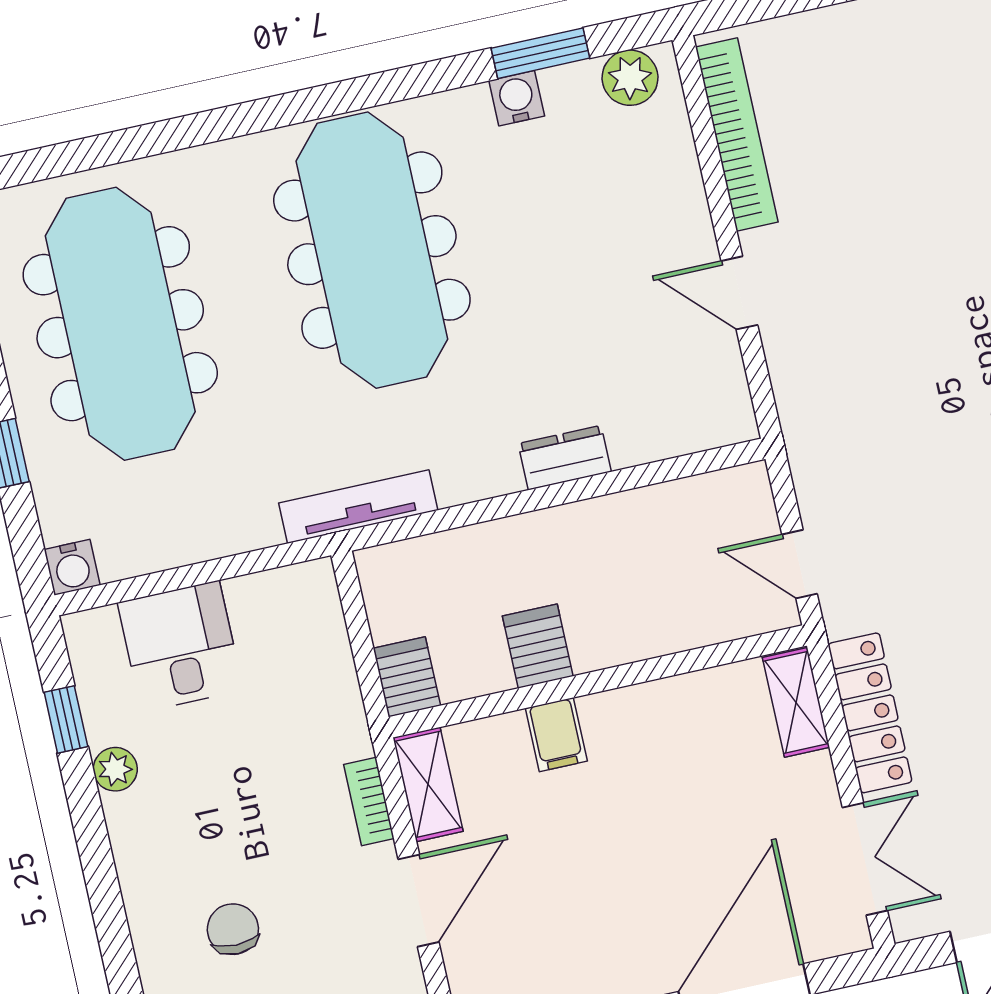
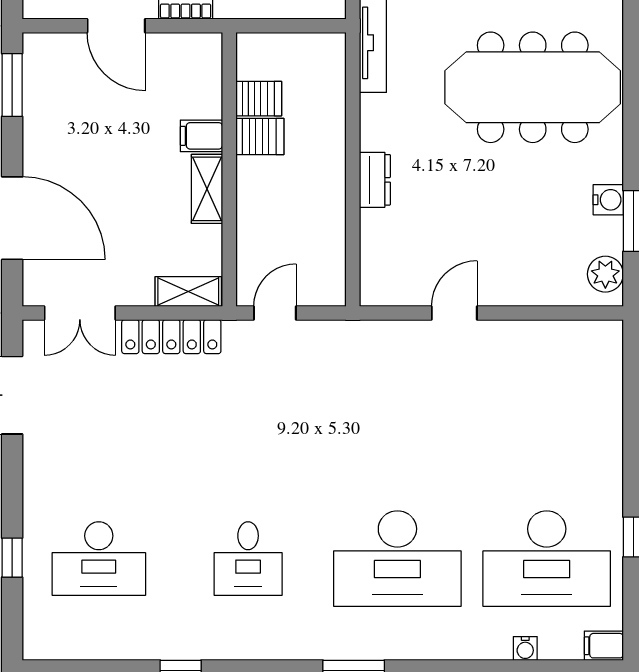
bookcase: (737, 134) -> (555, 334), removed
server rack: (407, 677) -> (259, 99), moved
shelving: (428, 784) -> (207, 189), moved, turned 90

